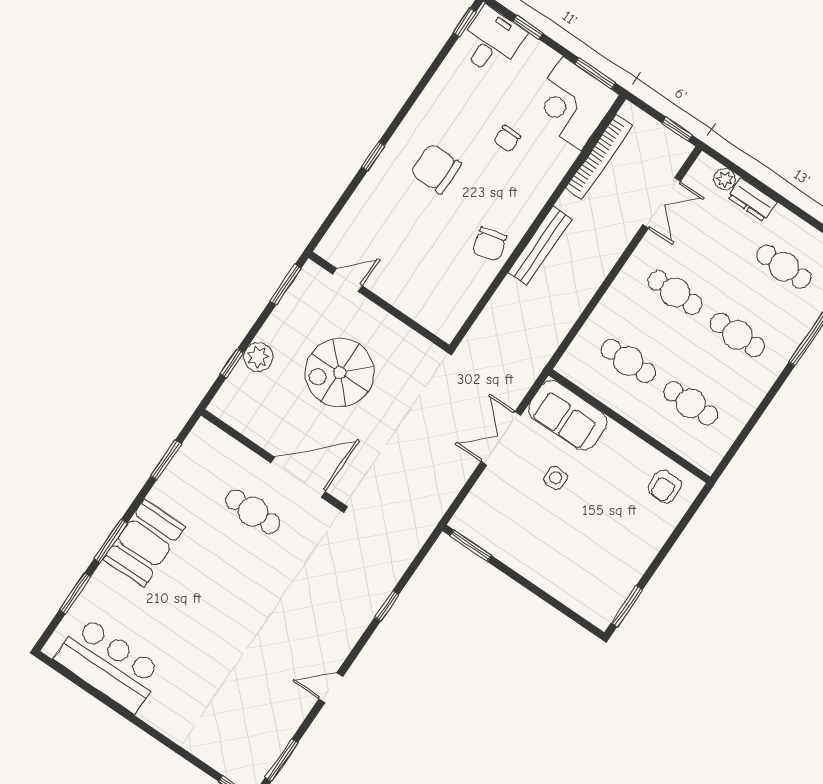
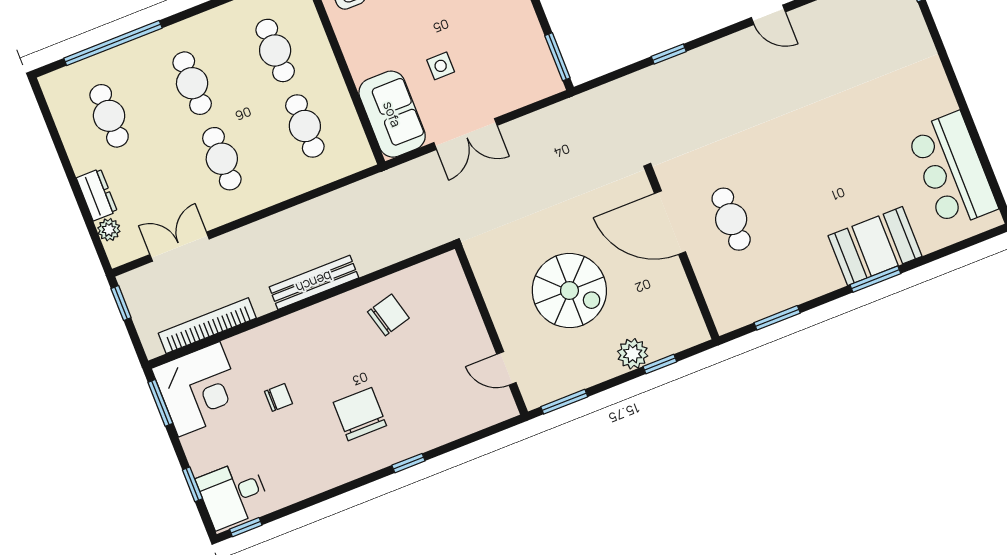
chair: (436, 168) -> (360, 414), turned 180
chair: (490, 244) -> (388, 315), moved
booth: (144, 543) -> (875, 246), moved
window: (75, 593) -> (939, 254), removed

